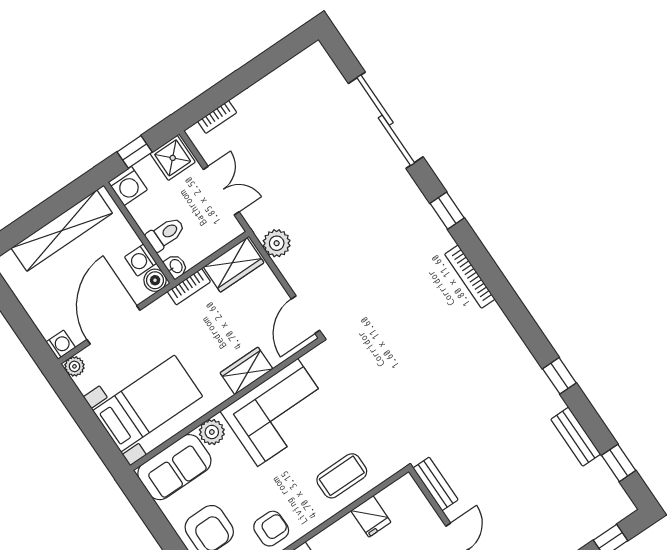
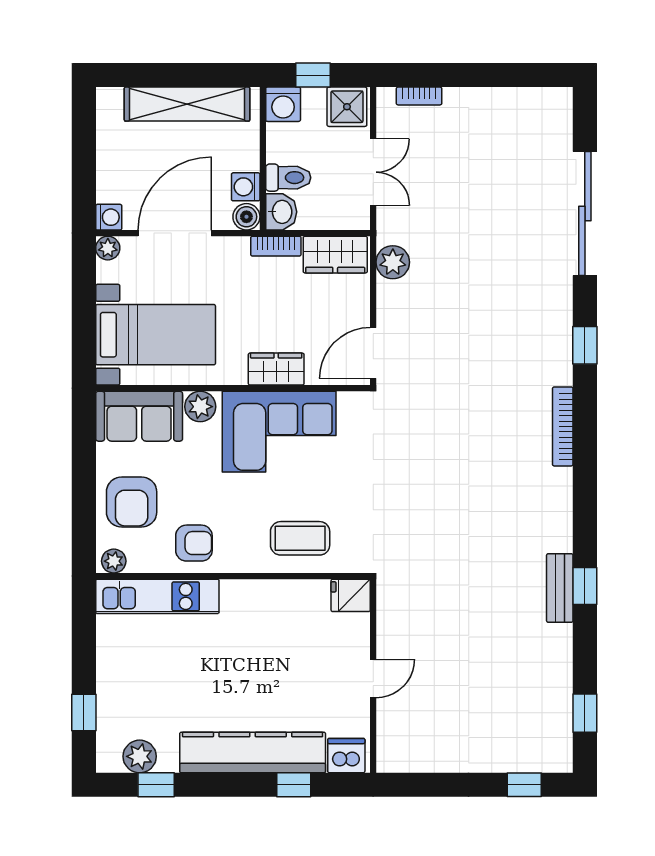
washbasin: (176, 266) -> (281, 212), width x1.38, depth x1.45
bench: (576, 437) -> (560, 588), moved
bench: (436, 484) -> (388, 610), removed
fridge: (371, 516) -> (351, 595), moved, turned 90

